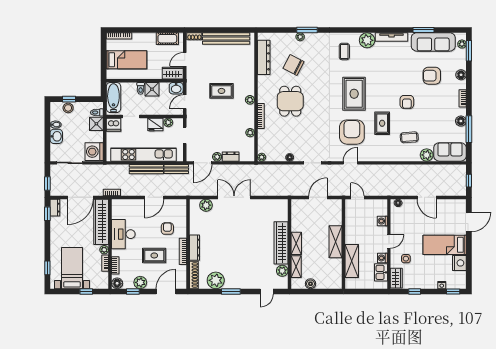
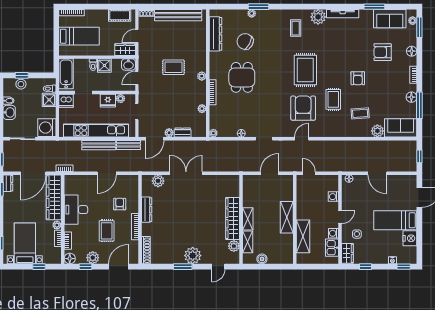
sofa: (433, 42) -> (390, 19), width x0.73
dresser: (195, 248) -> (147, 210), moved
rug: (154, 255) -> (107, 231), turned 90
plant: (216, 280) -> (193, 256), moved

